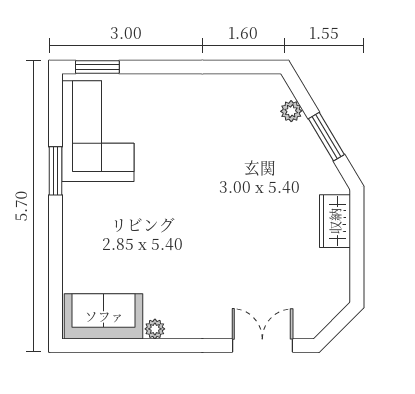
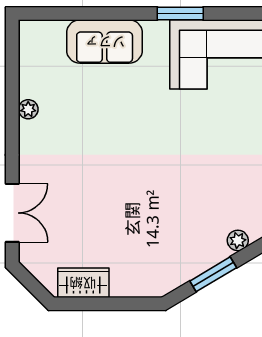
wardrobe: (335, 221) -> (83, 283), moved
sofa: (104, 316) -> (105, 42), moved, turned 90

